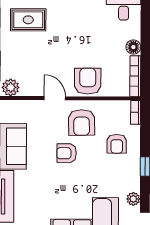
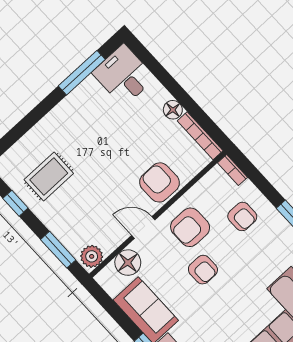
floor lamp: (28, 110) -> (128, 263), added
armchair: (82, 123) -> (190, 227), turned 91
armchair: (67, 153) -> (203, 270), turned -90

